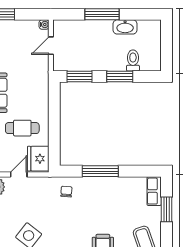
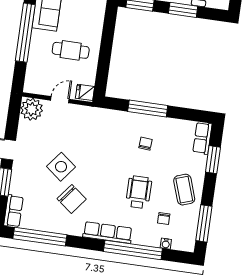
fridge: (38, 159) -> (85, 92), width x0.53, depth x0.75
chair: (66, 192) -> (145, 144), moved

